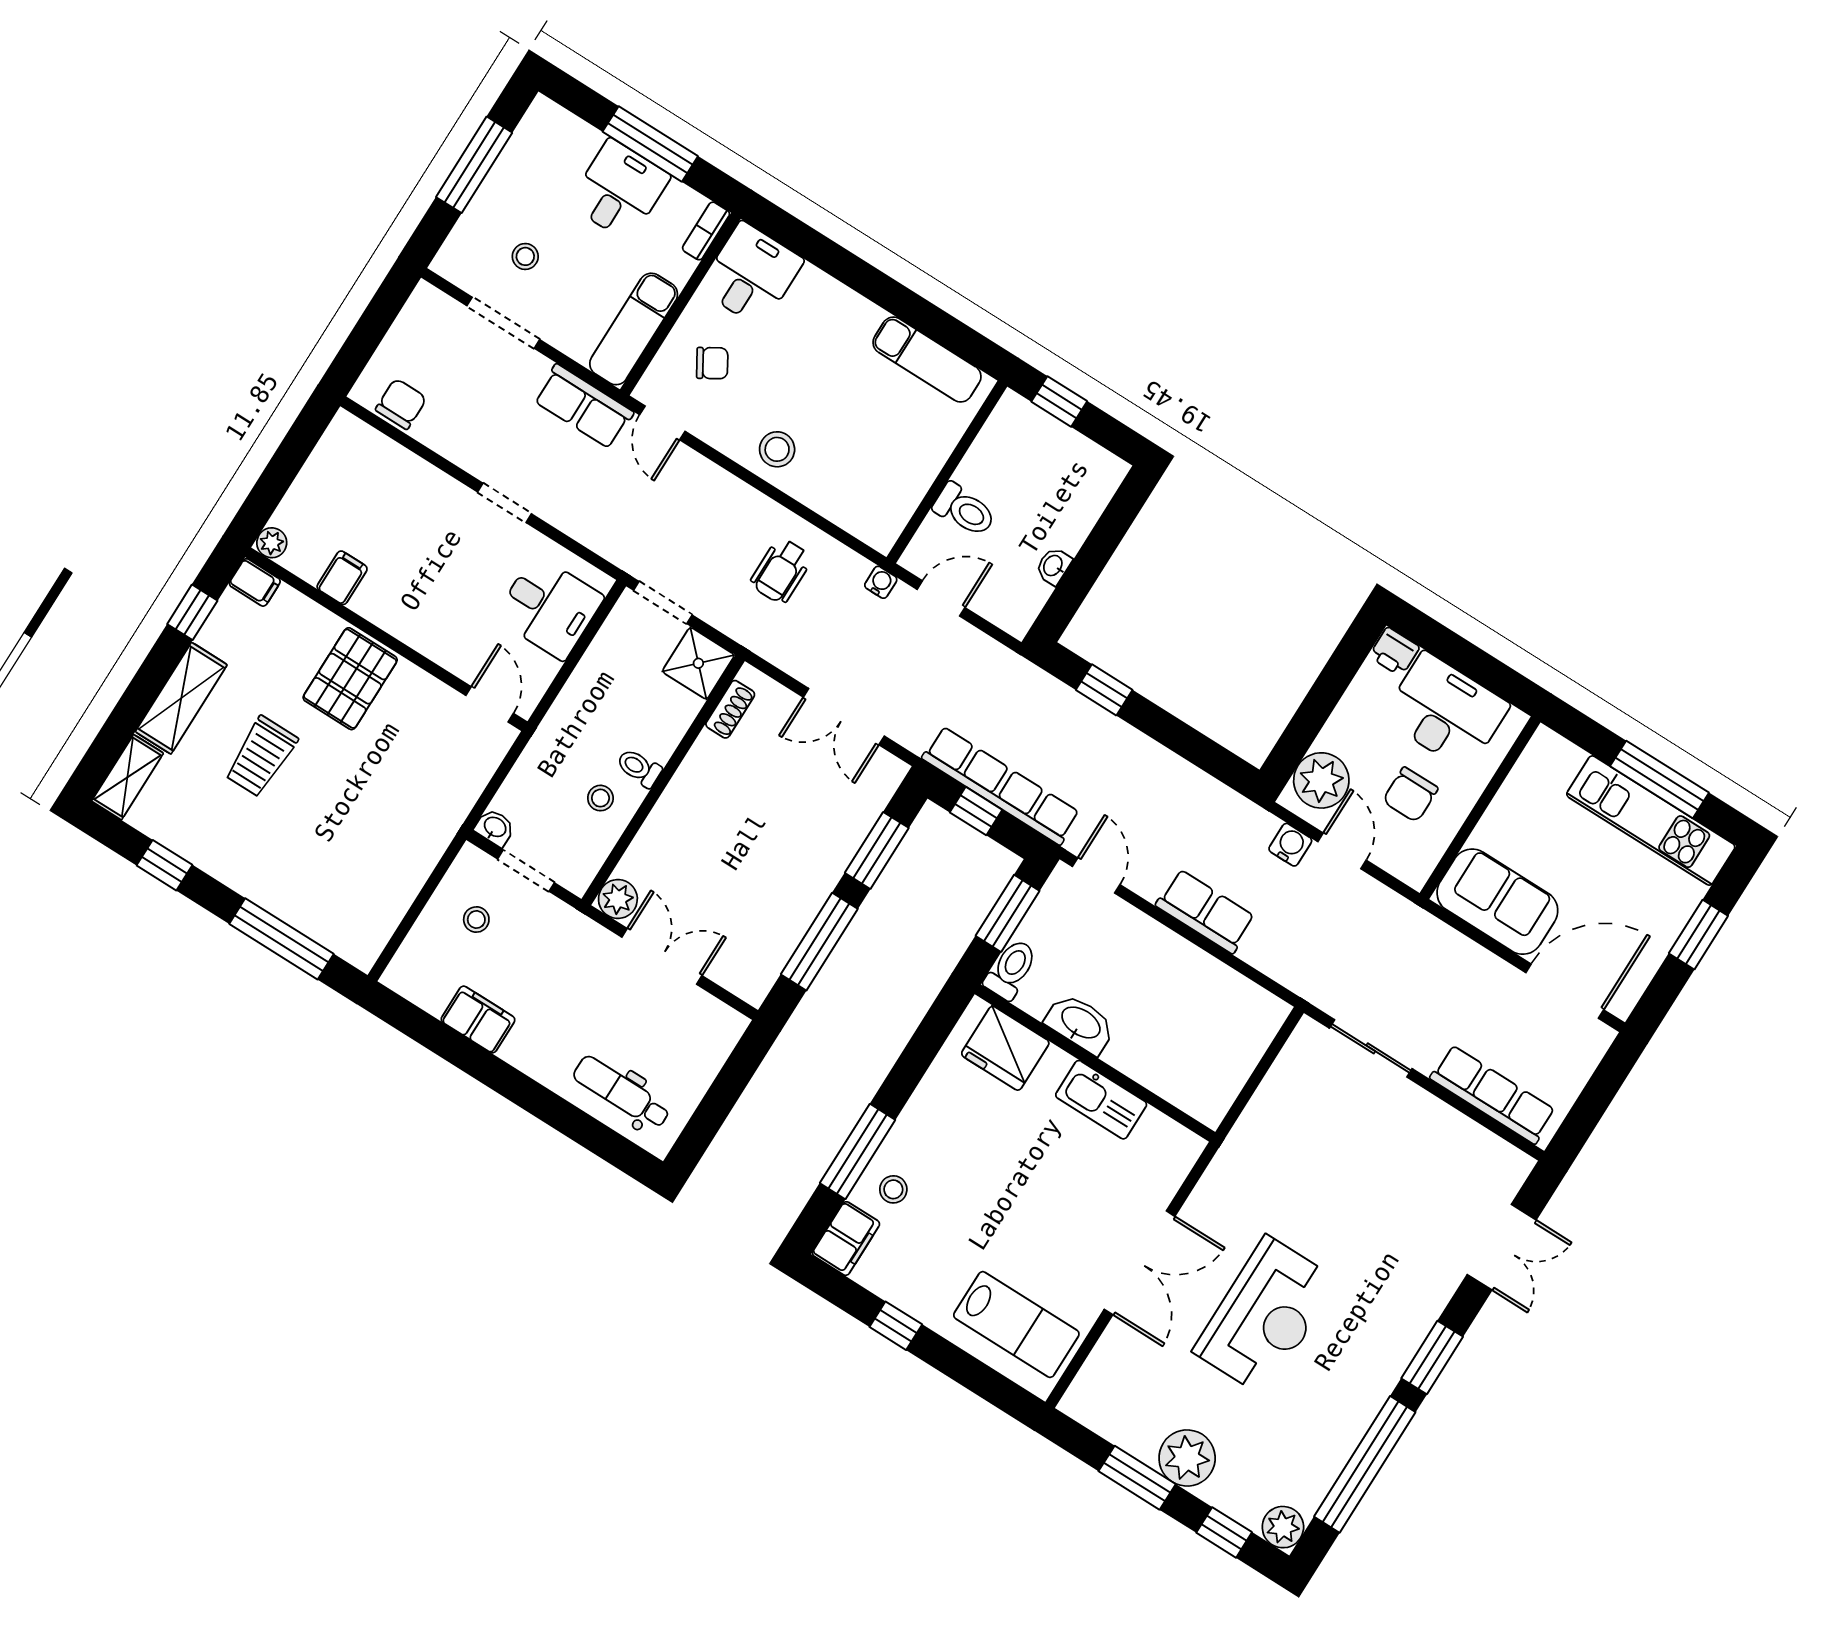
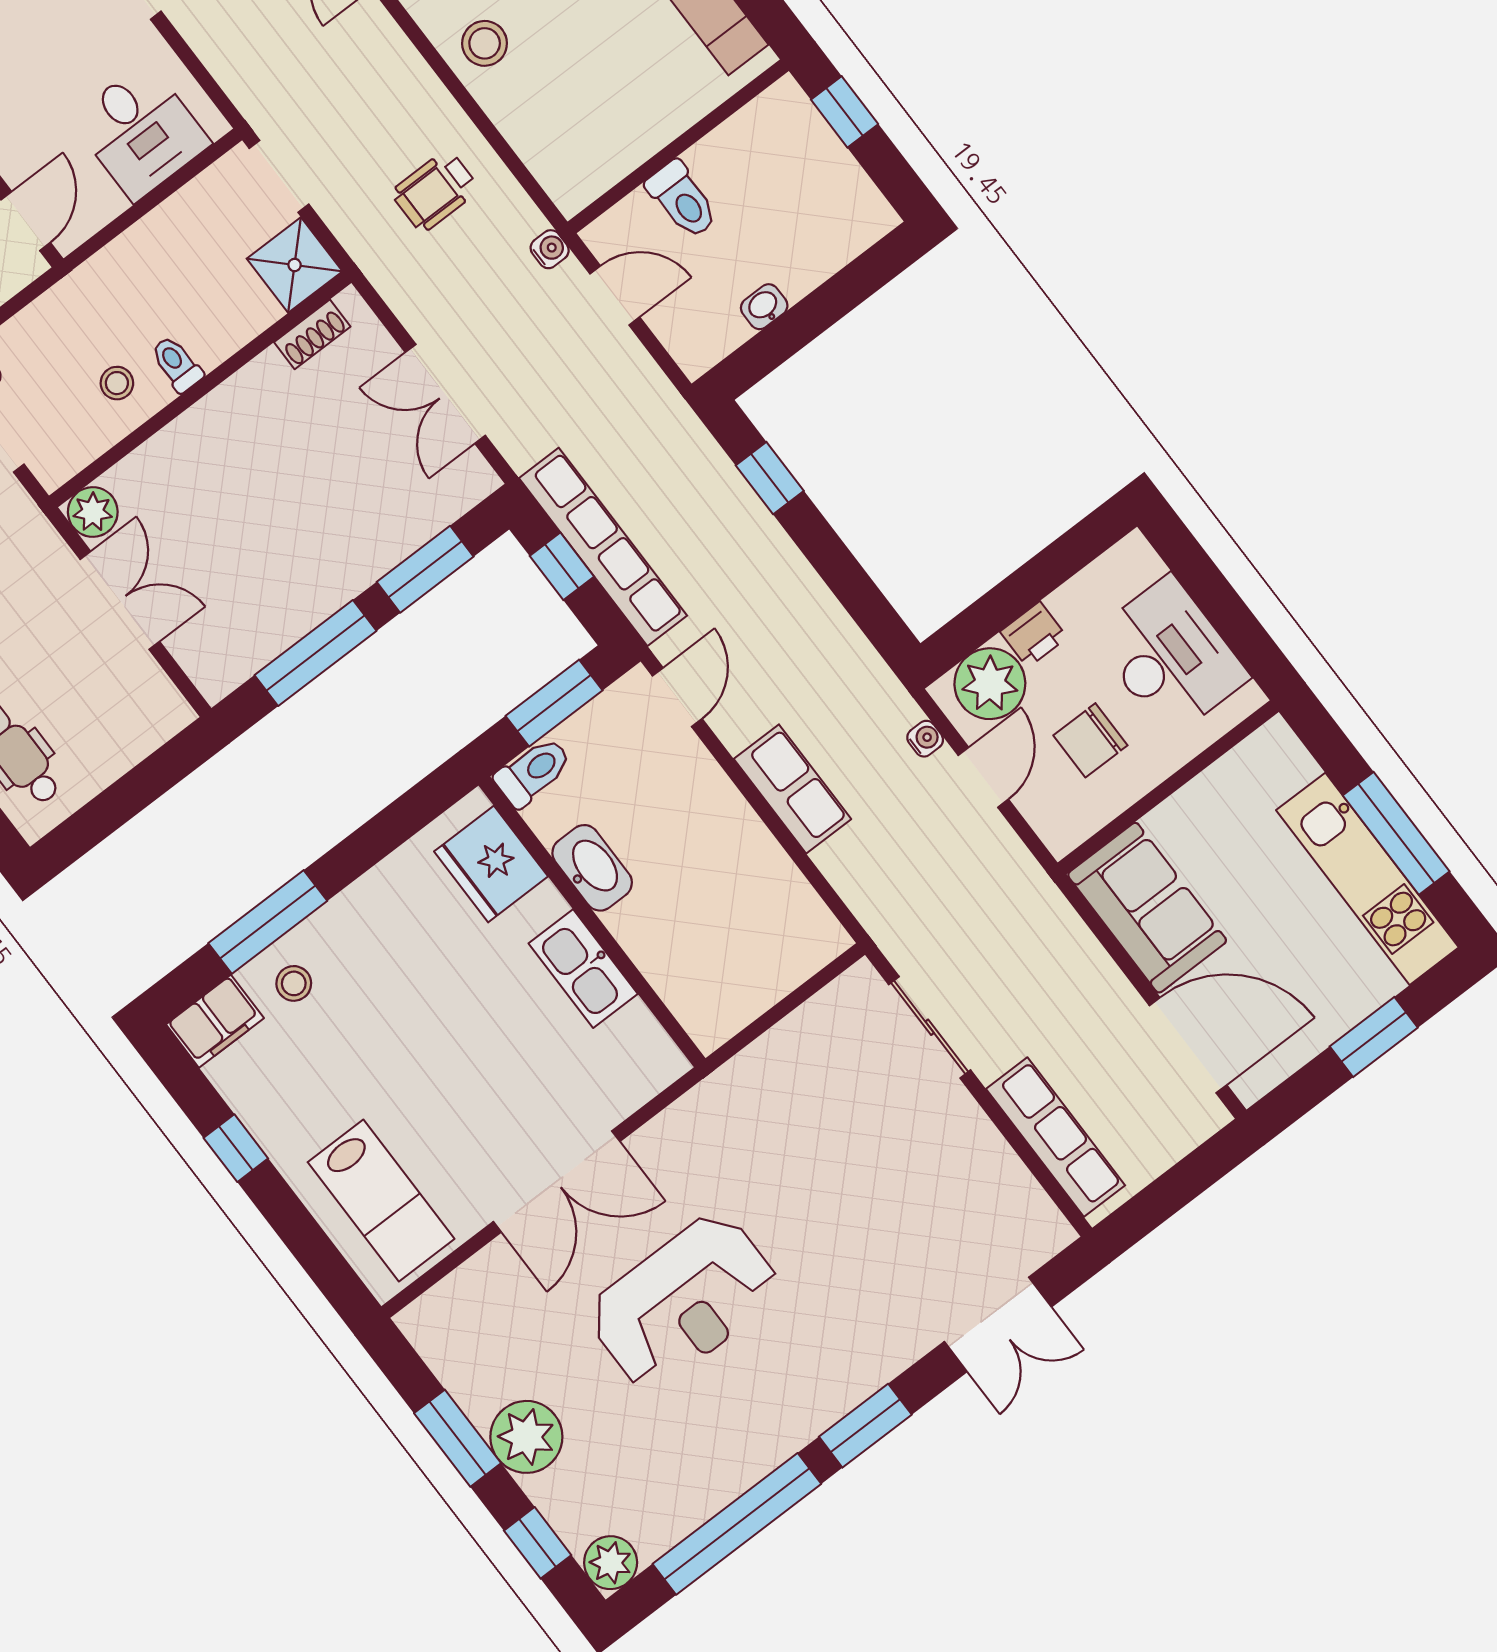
printer: (1394, 652) -> (1034, 635), moved, turned -90
water cooler: (1290, 845) -> (925, 739), width x0.72, depth x0.72

